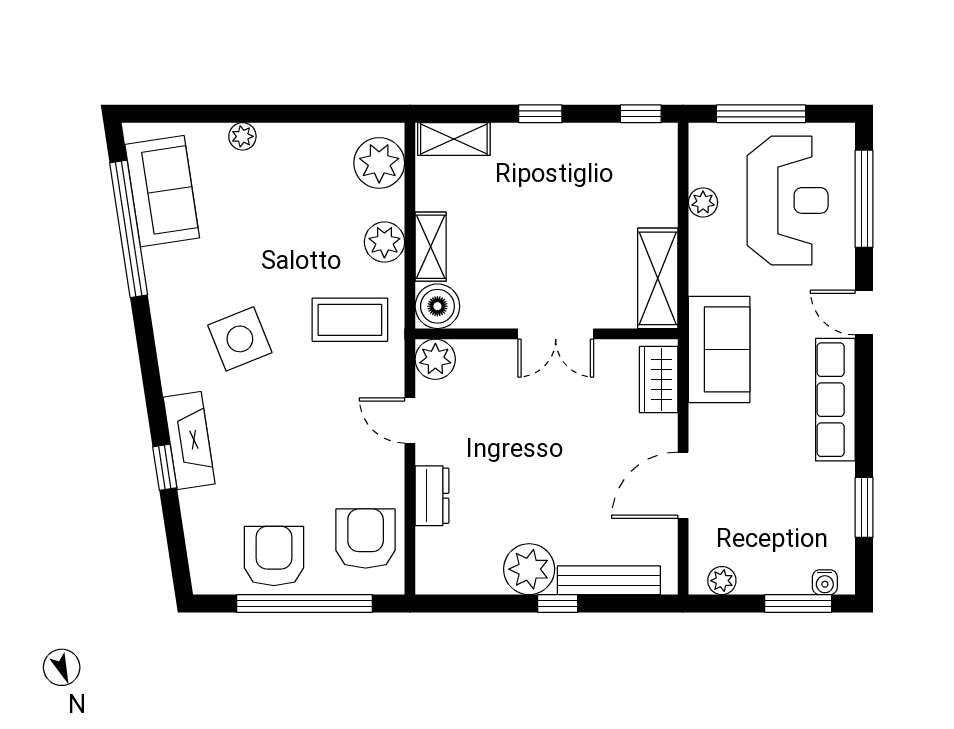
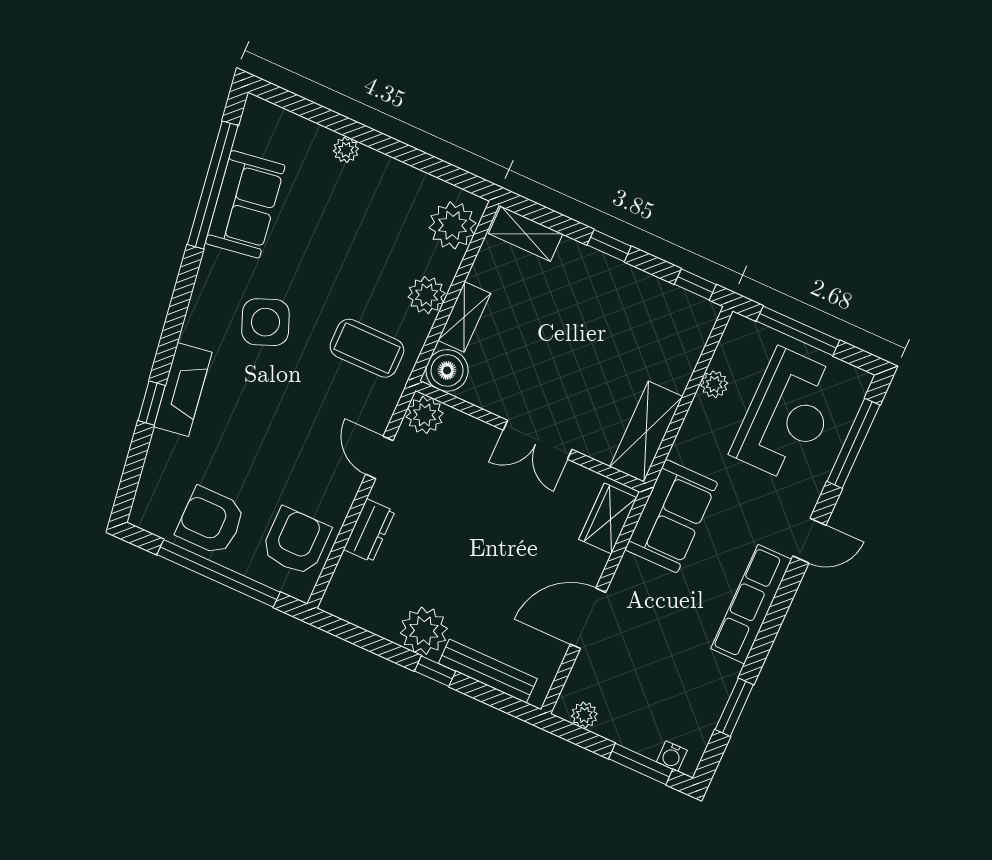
sofa: (162, 191) -> (245, 204), moved
door: (864, 313) -> (809, 541), swing flipped
armchair: (274, 556) -> (211, 521), turned -90

